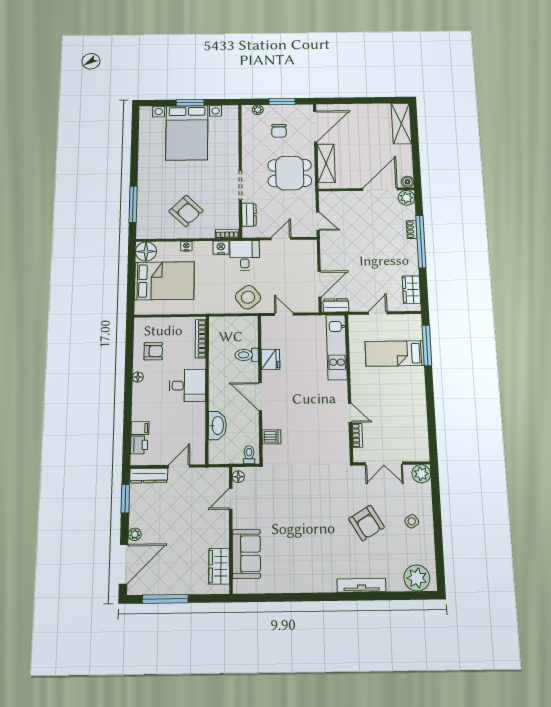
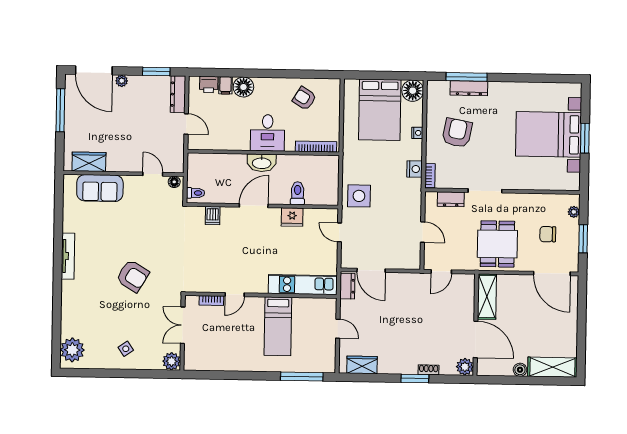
shelving: (326, 163) -> (487, 297), moved, turned 90
boiler: (407, 182) -> (520, 370), moved
dresser: (144, 202) -> (469, 88), added
armchair: (186, 211) -> (457, 133), turned 146
window: (421, 242) -> (415, 378), width x0.47
desk: (245, 255) -> (405, 194), removed
side table: (248, 297) -> (359, 196), turned 38
door: (284, 314) -> (340, 232), swing flipped
armchair: (153, 351) -> (304, 98), turned 122
bed: (395, 353) -> (278, 326), moved, turned 180
floor lamp: (138, 377) -> (243, 87), moved, width x1.89, depth x1.89
washbasin: (217, 426) -> (262, 163), moved
armchair: (367, 523) -> (133, 276), moved, turned -118
tv unit: (361, 585) -> (68, 256), moved

